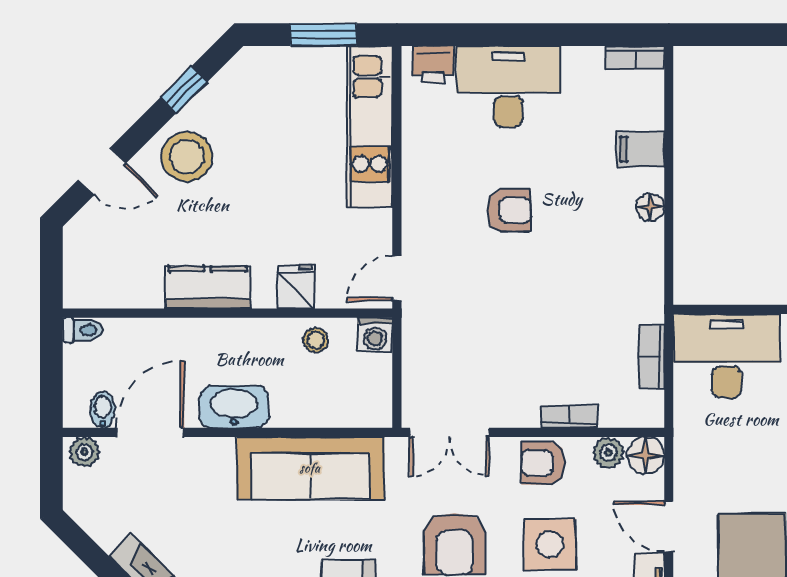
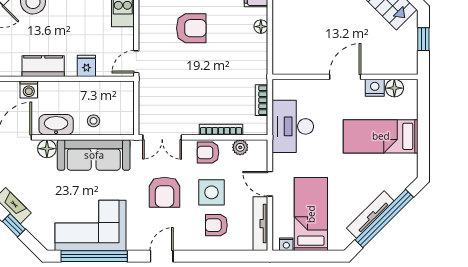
armchair: (509, 210) -> (191, 28), width x1.38, depth x1.38
washing machine: (375, 335) -> (29, 90), moved
stool: (316, 340) -> (93, 121), moved
desk: (727, 356) -> (293, 126), moved, turned -90
bookcase: (569, 417) -> (221, 130), width x1.56
floor lamp: (646, 455) -> (47, 149), moved

